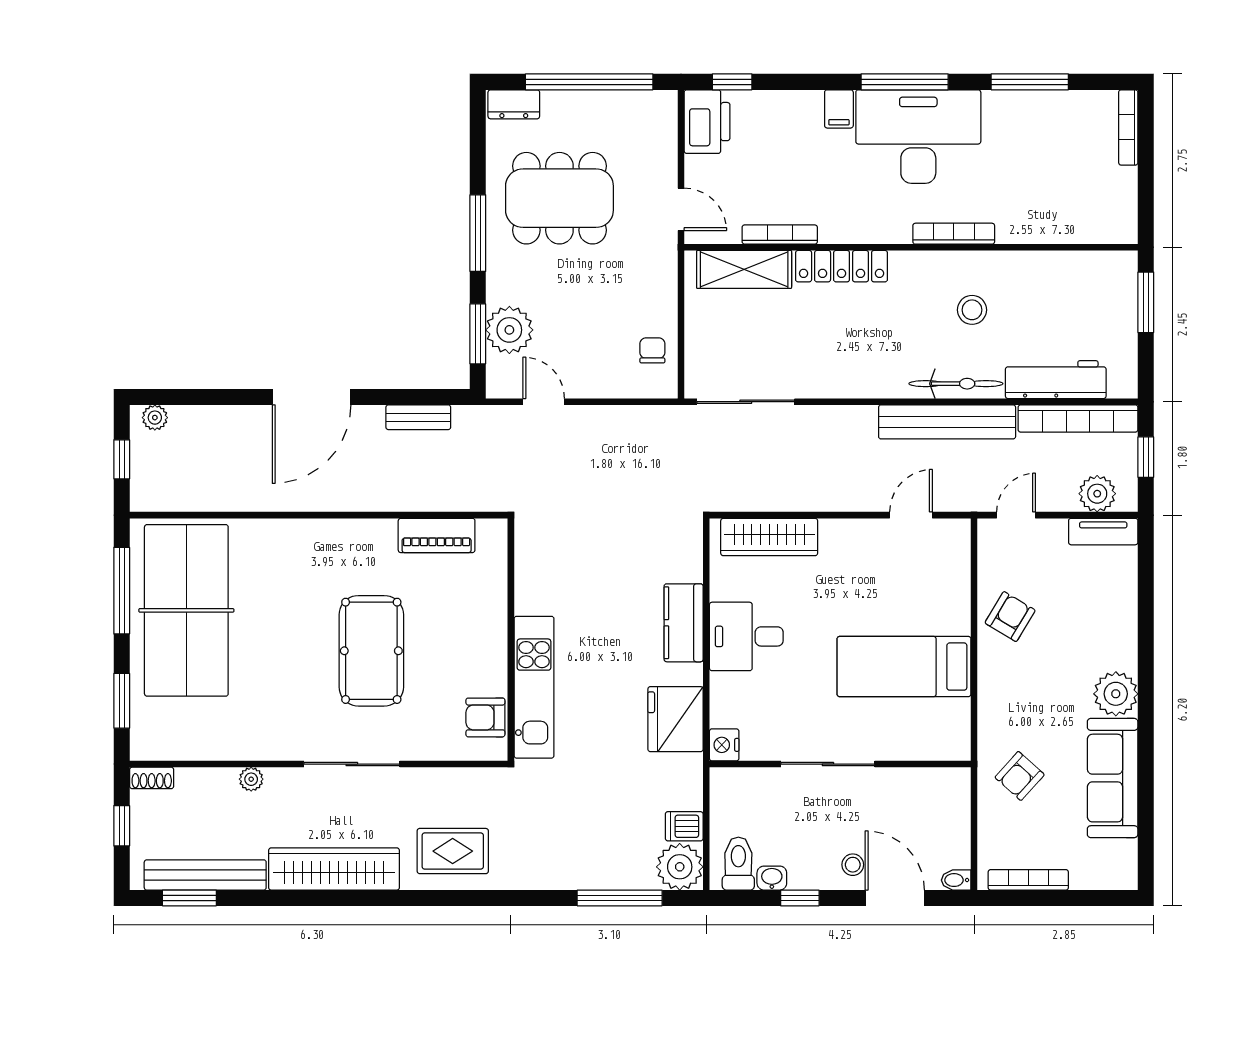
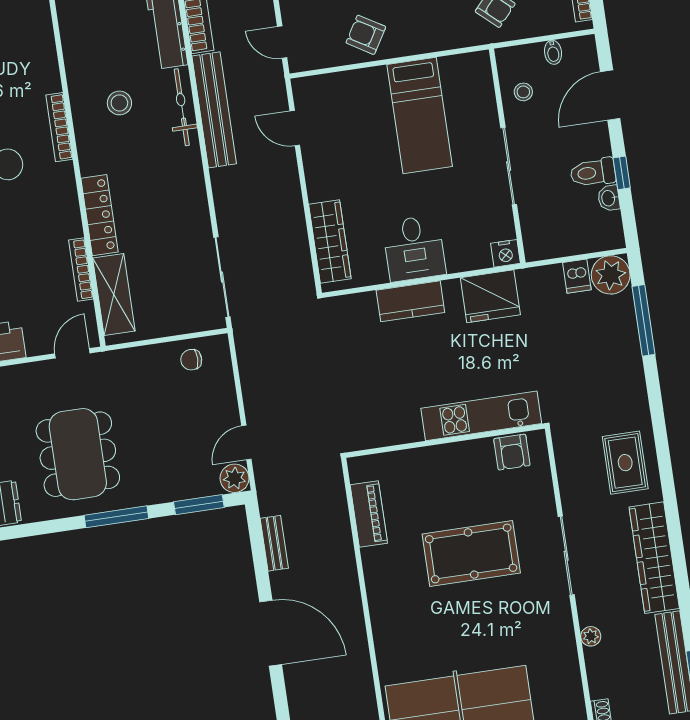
plant: (509, 330) -> (235, 478), moved, width x0.73, depth x0.73
toilet: (738, 864) -> (593, 172), moved
stool: (853, 865) -> (523, 92), moved
bidet: (956, 880) -> (553, 52), moved

